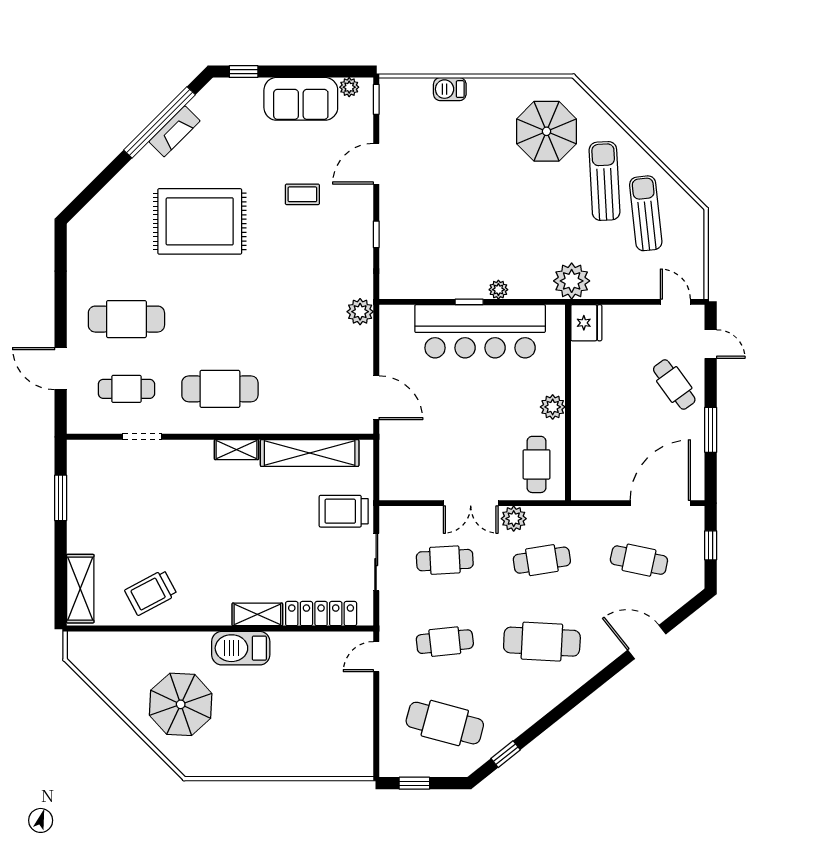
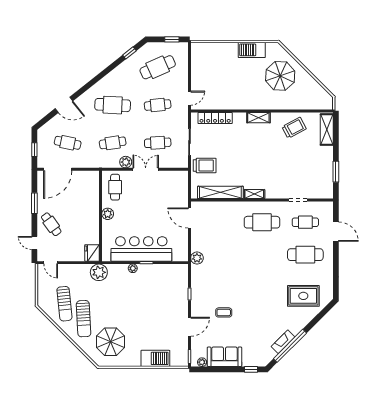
barbecue: (450, 89) -> (155, 358), width x1.88, depth x1.53
rug: (200, 221) -> (303, 296), moved, width x0.73, depth x0.69
shelving: (257, 614) -> (258, 118), moved
barbecue: (241, 648) -> (252, 50), moved, turned 180
cafe table: (445, 723) -> (158, 67), turned -39

